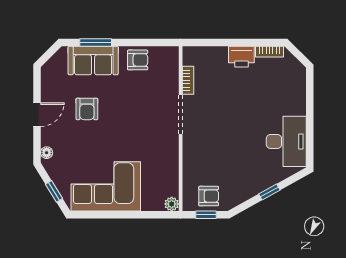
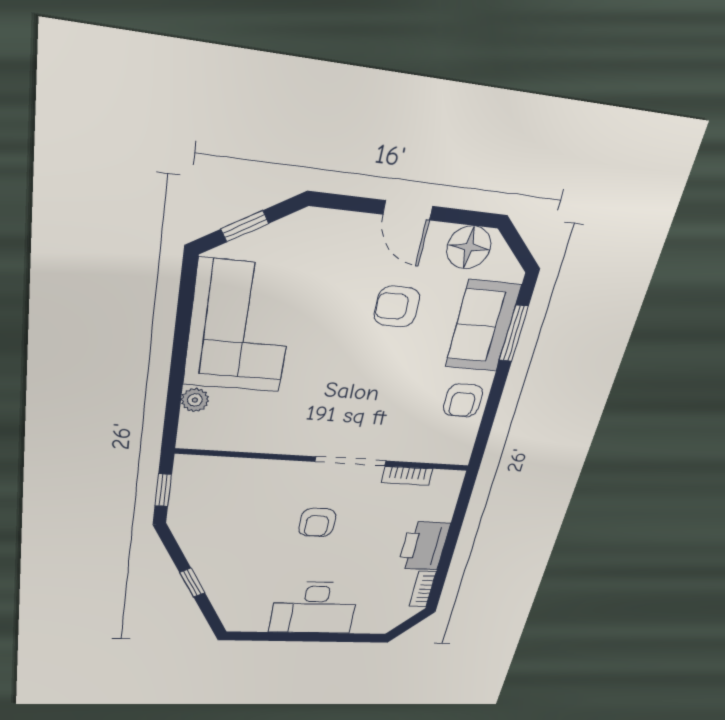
printer: (241, 57) -> (424, 546), width x1.37, depth x1.19
desk: (286, 141) -> (314, 608), moved
floor lamp: (47, 153) -> (469, 247), moved, width x1.89, depth x1.89
armchair: (209, 196) -> (317, 523), moved
plant: (172, 204) -> (195, 400), moved

